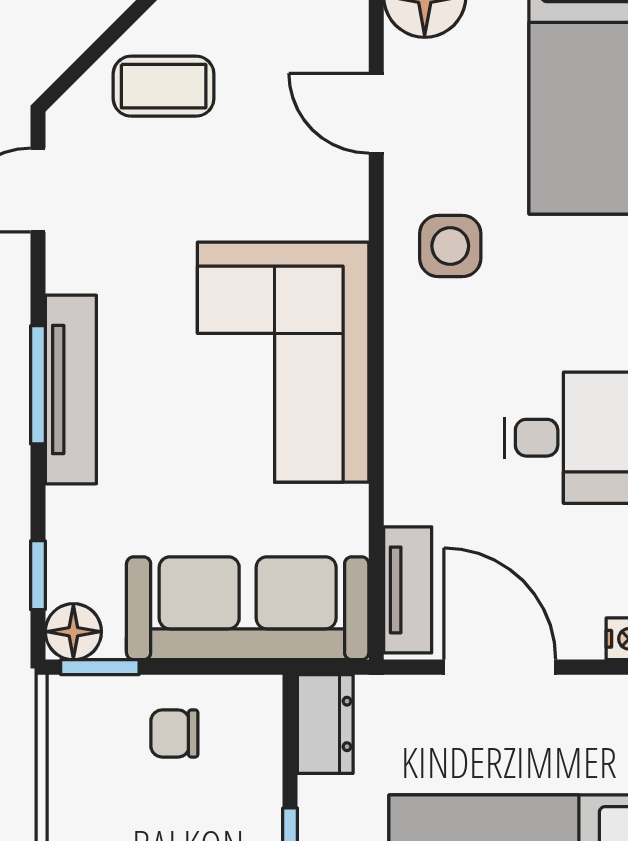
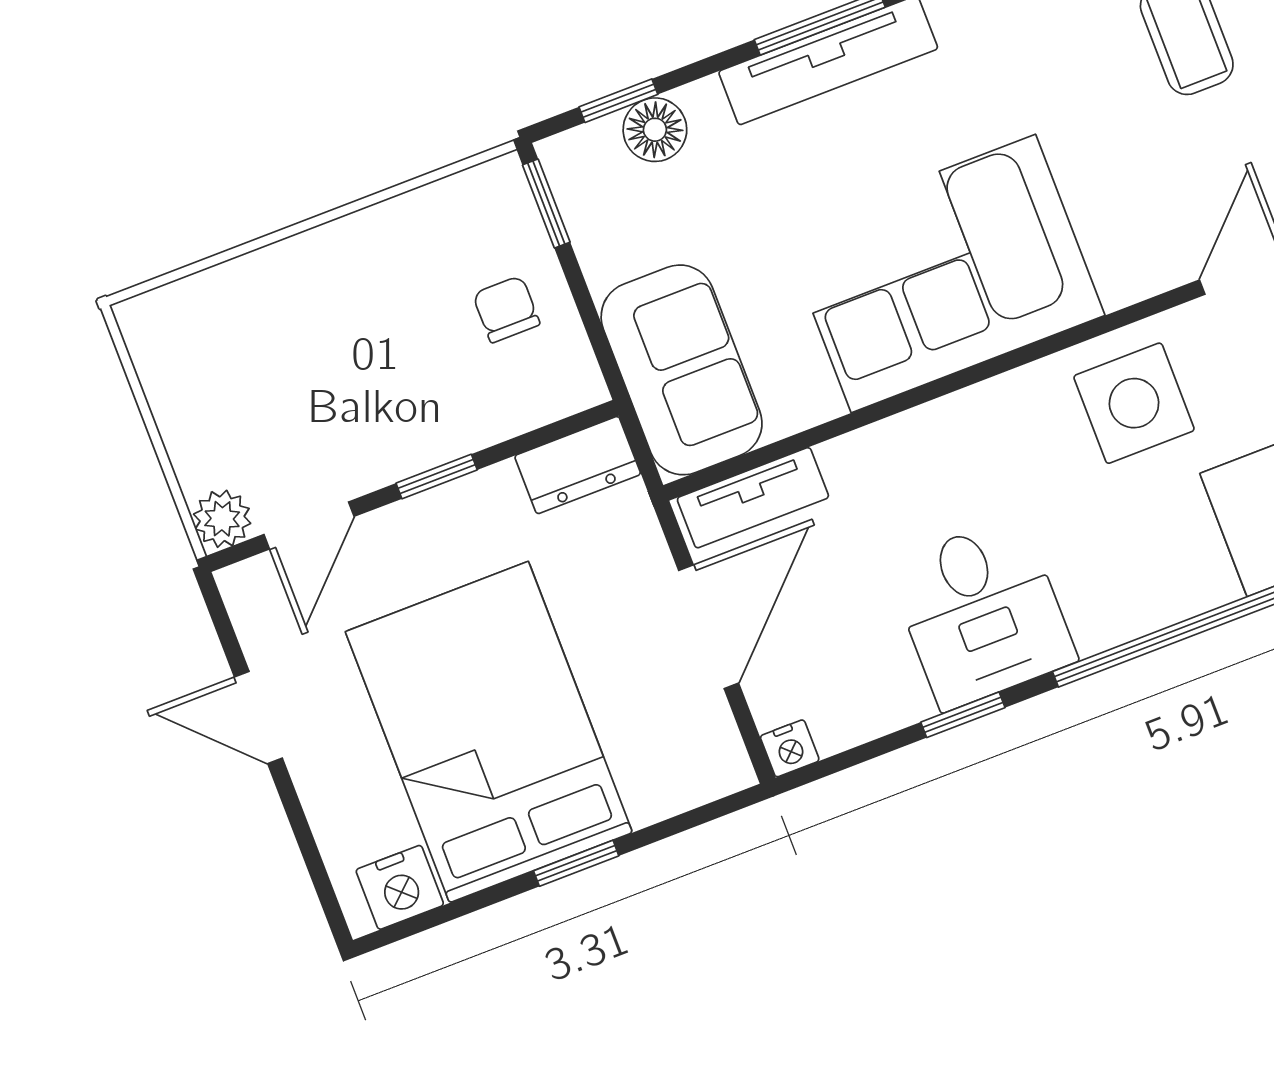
side table: (450, 246) -> (1134, 403), width x1.37, depth x1.37
sofa: (248, 608) -> (682, 370), width x0.73
floor lamp: (73, 632) -> (655, 130), moved

